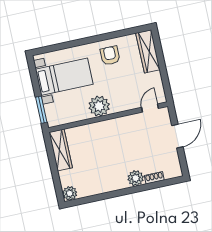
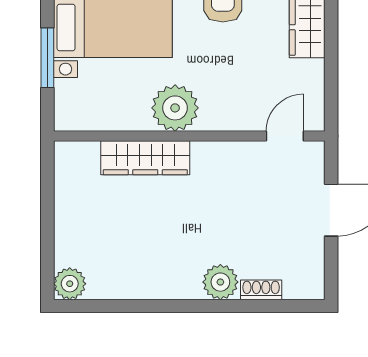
window: (41, 110) -> (47, 58), moved
wardrobe: (61, 150) -> (145, 158), moved, turned 90

